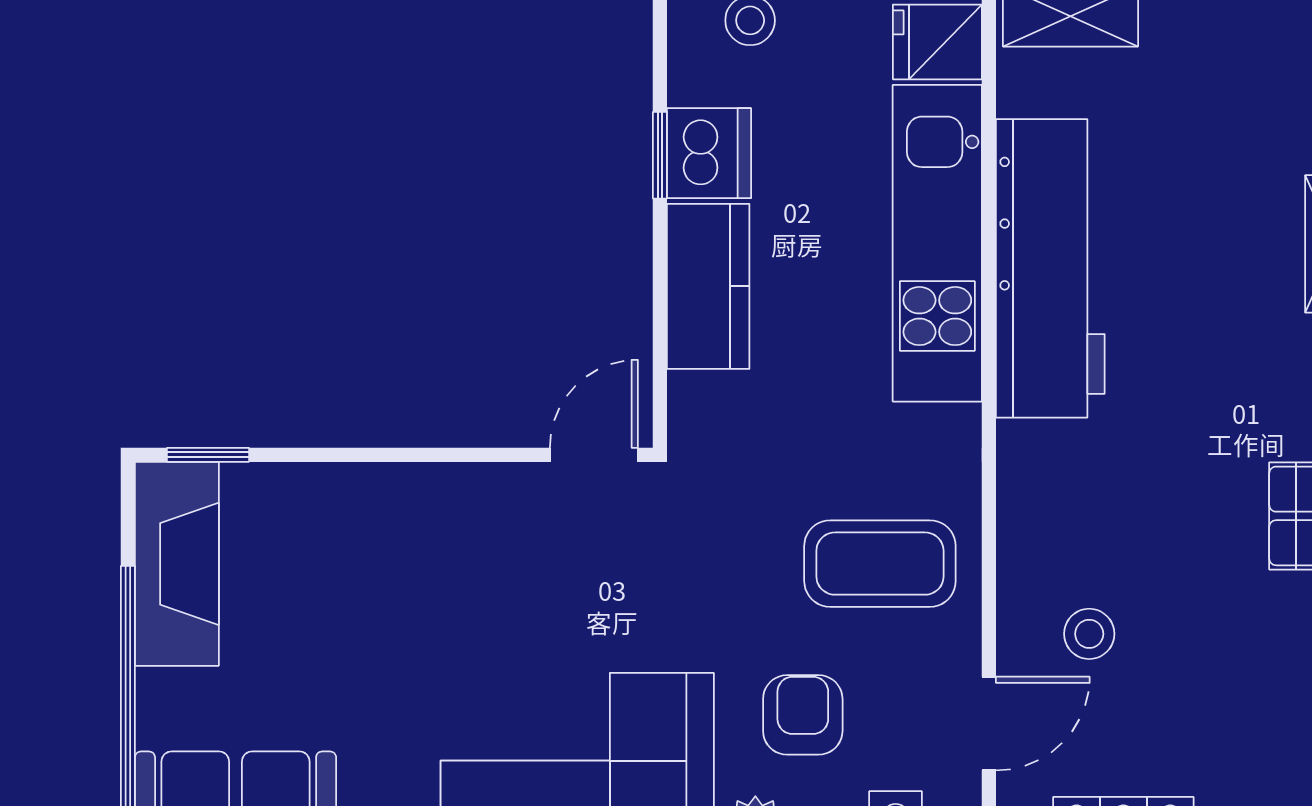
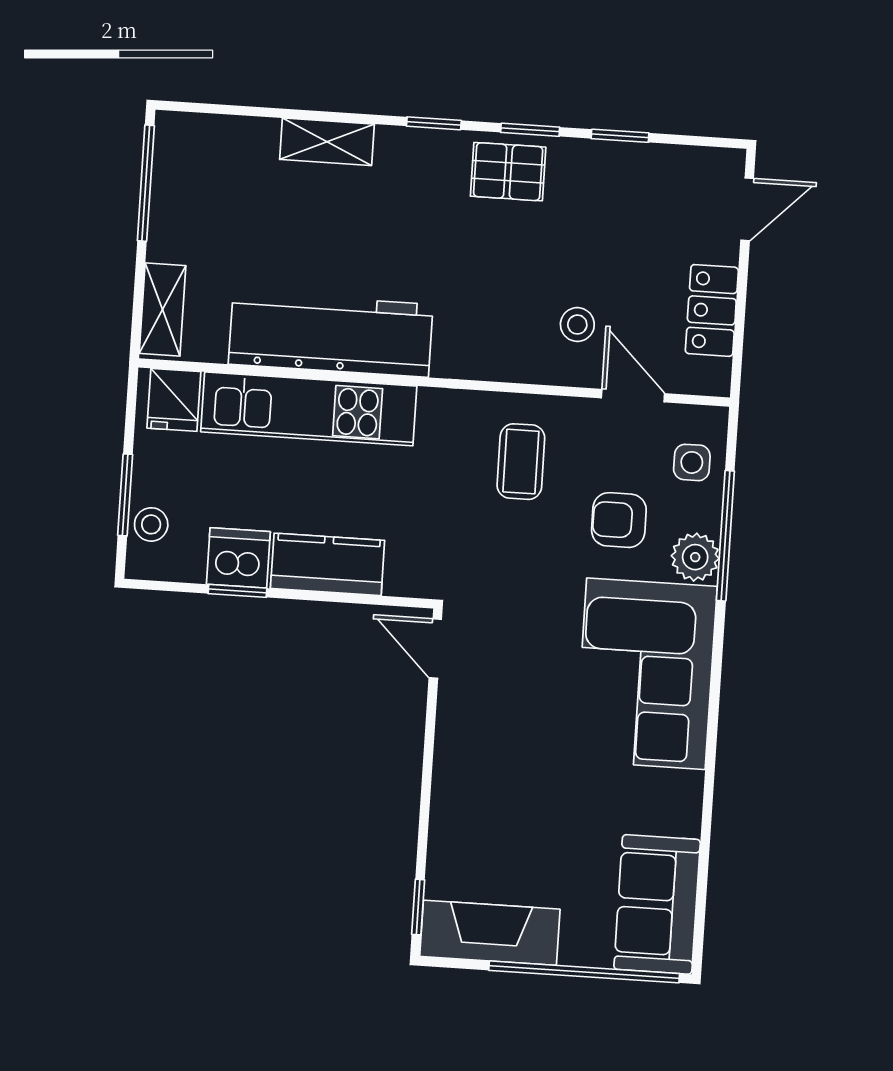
coffee table: (880, 564) -> (521, 462), width x0.73, depth x0.77

